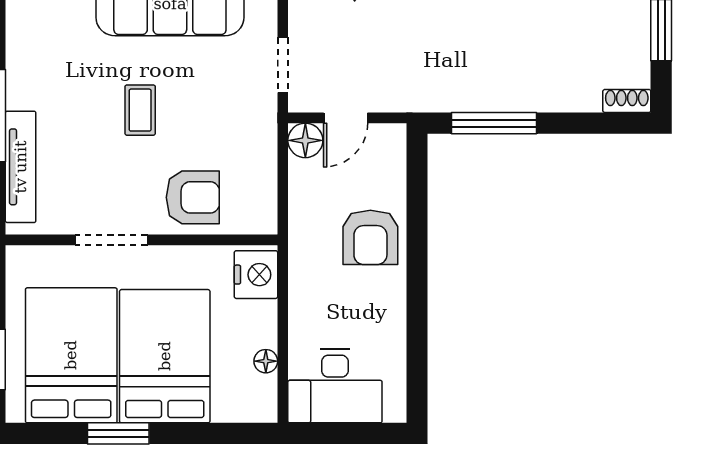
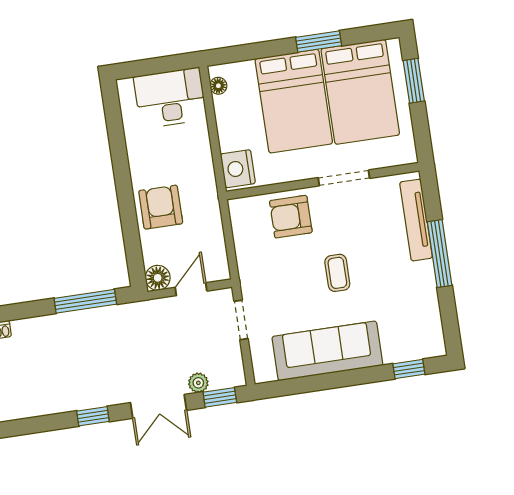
floor lamp: (305, 140) -> (158, 278), moved
floor lamp: (266, 361) -> (218, 86), moved

